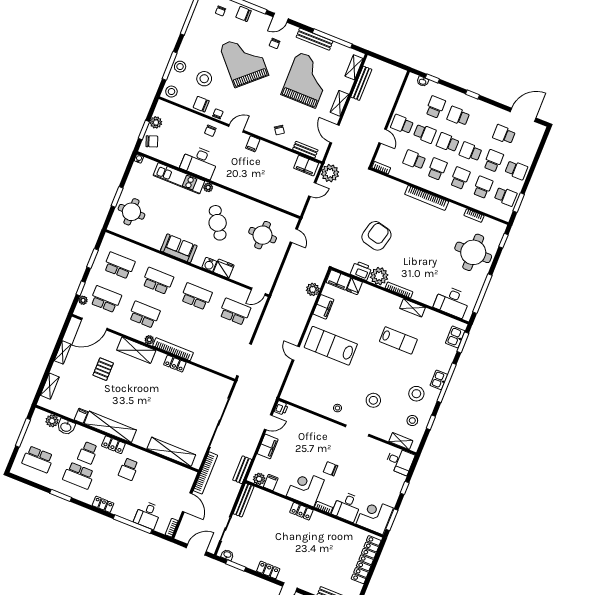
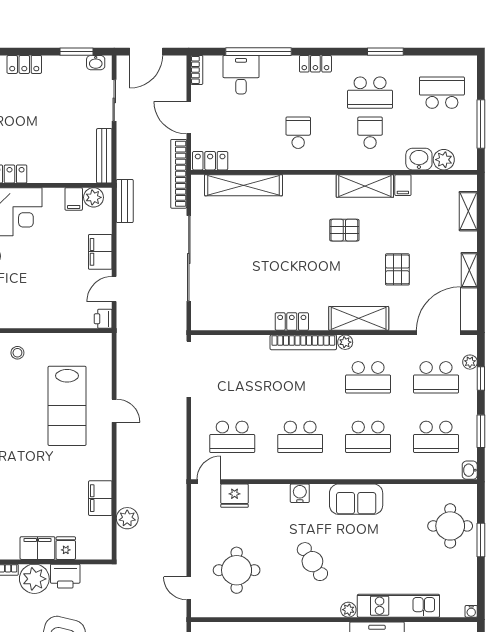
cafe table: (218, 223) -> (312, 562), width x0.73, depth x0.74
washbasin: (108, 239) -> (470, 470), added
fridge: (224, 269) -> (235, 496), moved
filing cabinet: (338, 280) -> (37, 548), moved
lab bench: (331, 346) -> (67, 406), moved, turned 90
pallet: (124, 403) -> (344, 230), added
shelving: (110, 427) -> (365, 186), width x0.68
locker: (113, 445) -> (210, 161), moved
school desk: (79, 476) -> (370, 93), turned 180

